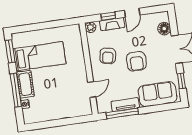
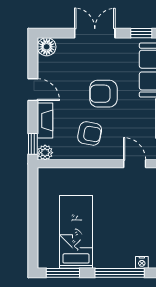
window: (108, 16) -> (33, 144), moved
floor lamp: (164, 29) -> (47, 47), moved
armchair: (136, 61) -> (103, 94), turned 180
cot: (25, 84) -> (113, 258), removed

